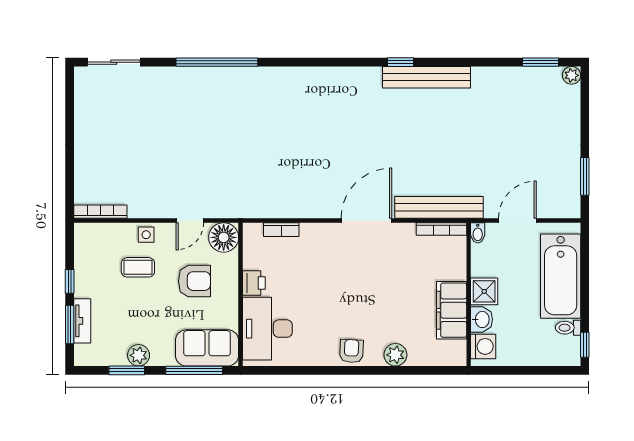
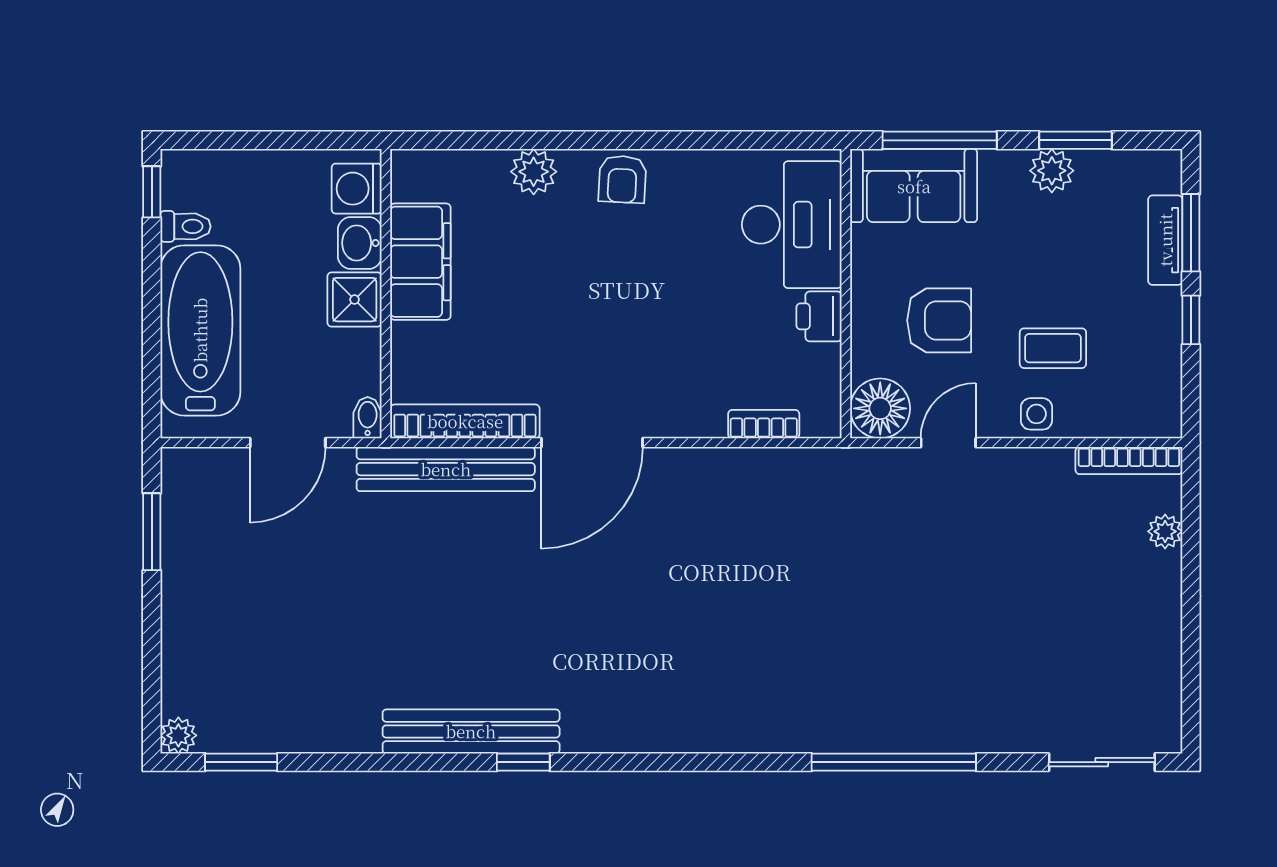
plant: (82, 176) -> (1165, 531), added
bookcase: (441, 229) -> (465, 421), width x1.48, depth x1.31
armchair: (194, 281) -> (939, 320), turned 180

